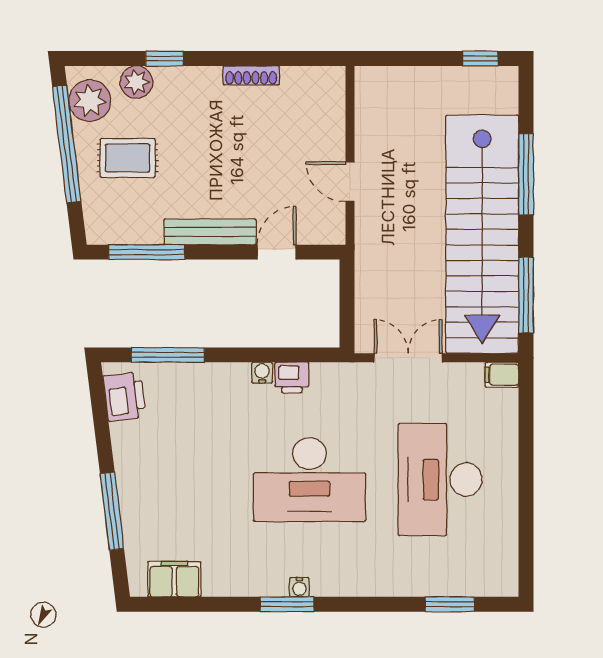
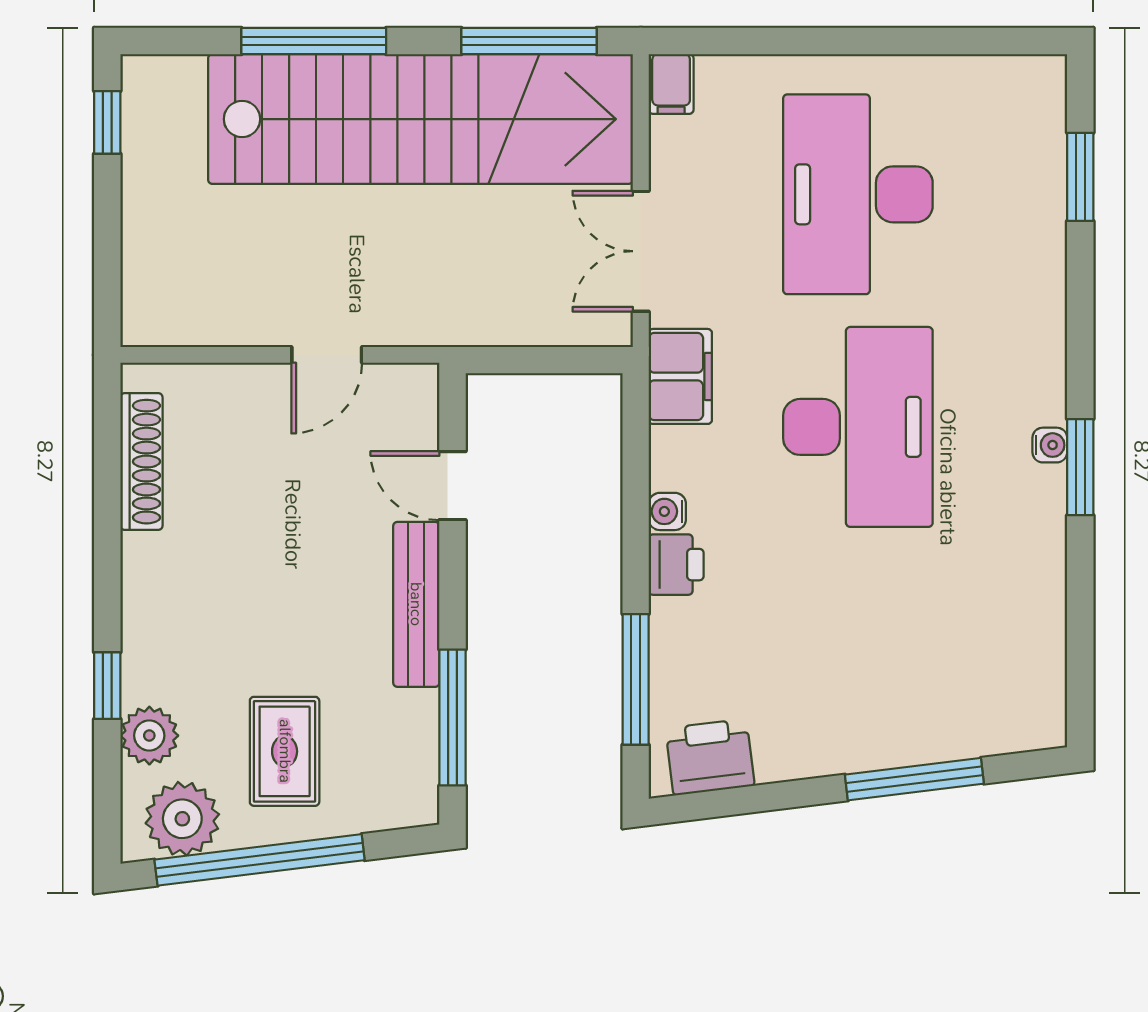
shoe rack: (251, 75) -> (141, 462), moved, width x1.36, depth x1.24
printer: (292, 378) -> (676, 565), moved
desk: (440, 480) -> (858, 194), turned 90
filing cabinet: (174, 579) -> (680, 376), moved, turned 180

